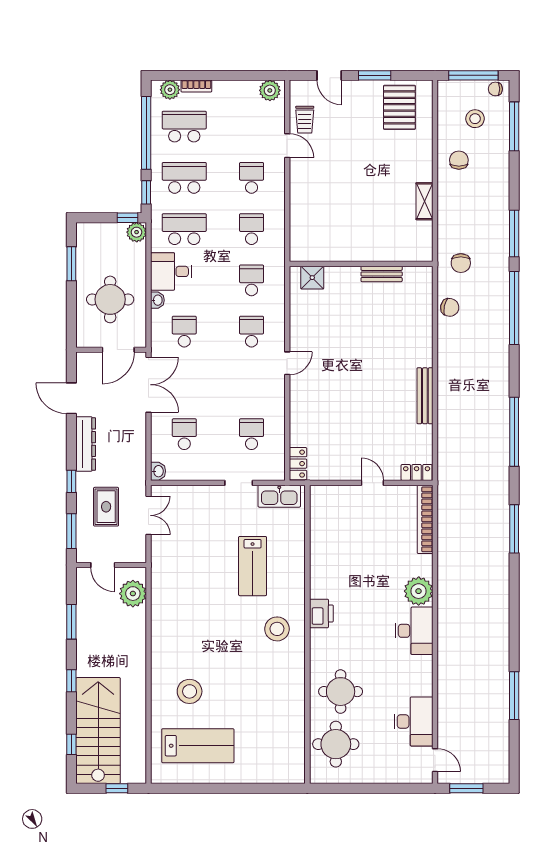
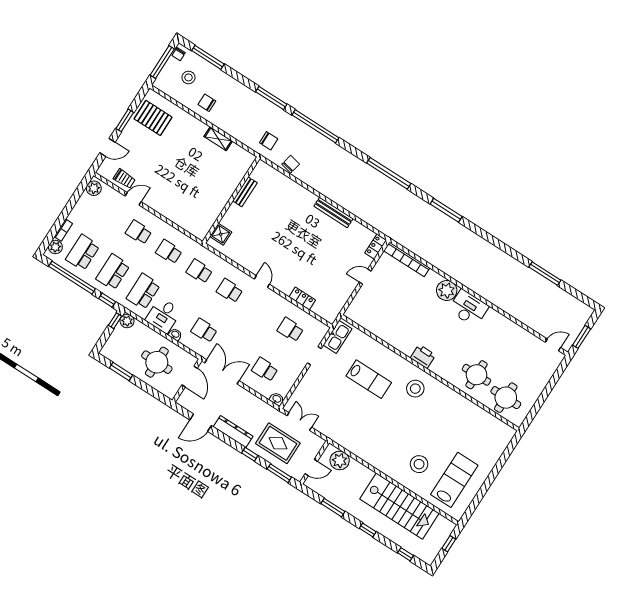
locker: (298, 464) -> (302, 298), moved
rug: (106, 507) -> (278, 443), width x1.36, depth x1.43
desk: (414, 721) -> (522, 343), removed
stairs: (98, 731) -> (399, 506), moved, turned 180

